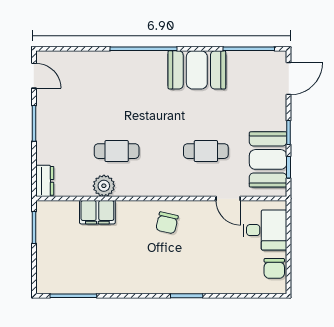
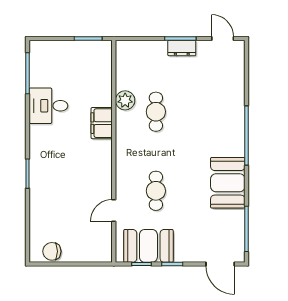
door: (34, 76) -> (223, 38), swing flipped
dresser: (45, 181) -> (182, 48), moved
filing cabinet: (97, 212) -> (102, 123), moved
chair: (167, 223) -> (92, 156), removed
desk: (265, 230) -> (48, 106), moved, turned 90

